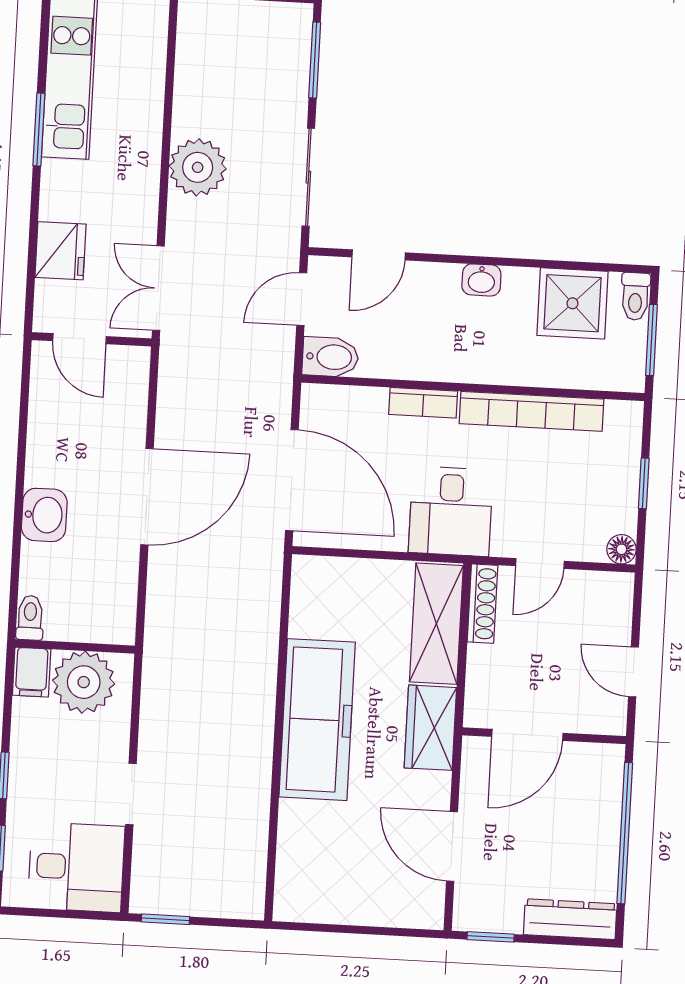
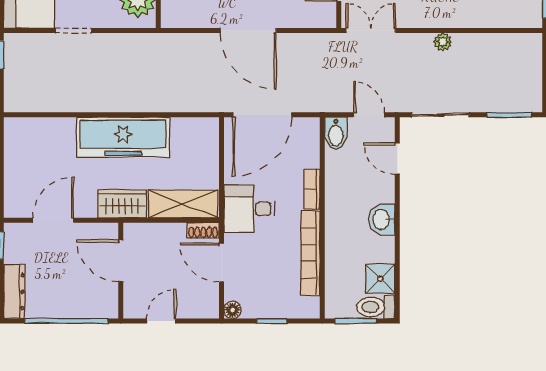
plant: (198, 167) -> (443, 42), width x0.53, depth x0.53
washbasin: (481, 280) -> (382, 219), width x1.38, depth x1.45
toilet: (635, 296) -> (376, 307), width x1.37, depth x1.39
shower: (572, 303) -> (380, 279), width x0.73, depth x0.73
door: (540, 564) -> (222, 263), width x1.38
shoe rack: (483, 604) -> (203, 230), width x0.70

